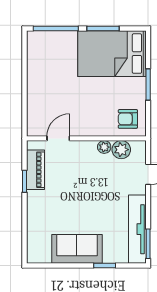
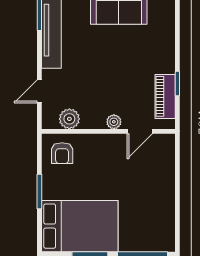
armchair: (128, 119) -> (62, 153), turned 90
plant: (104, 147) -> (114, 122), moved

